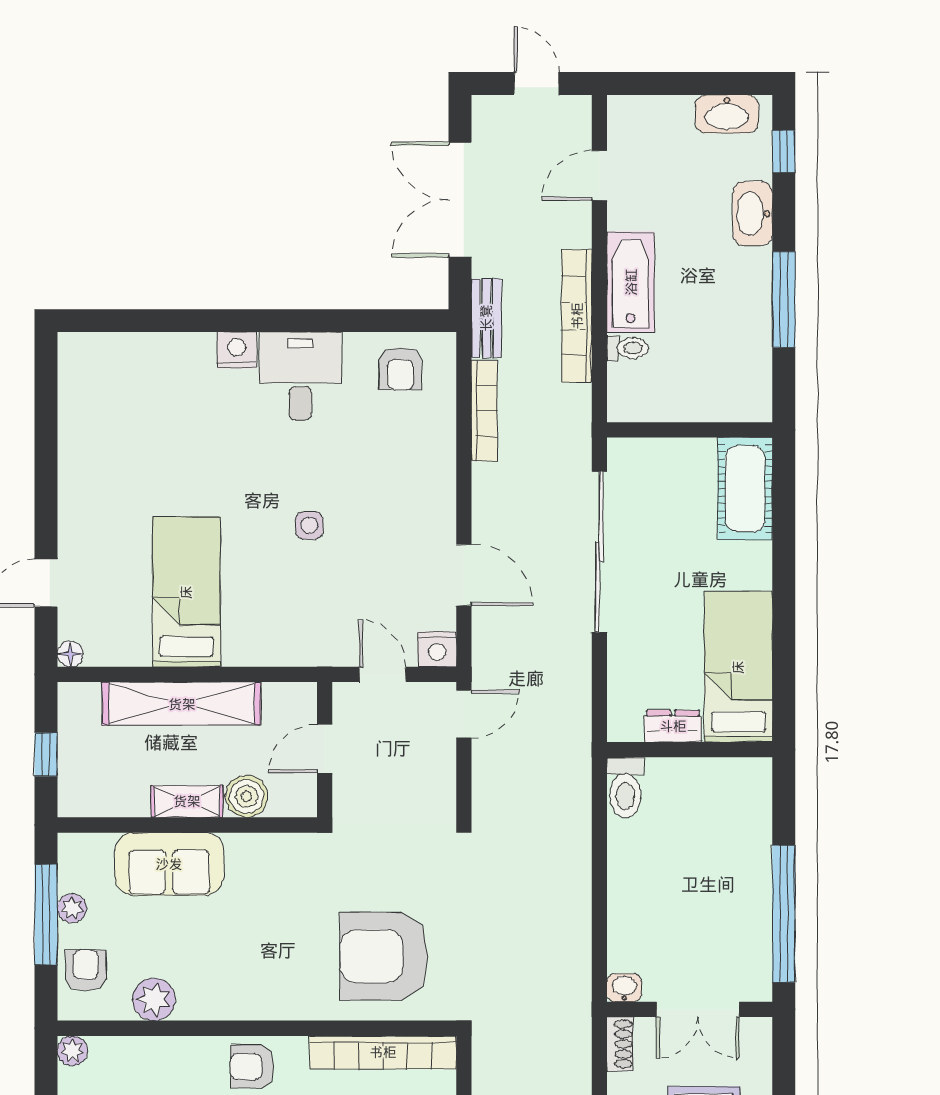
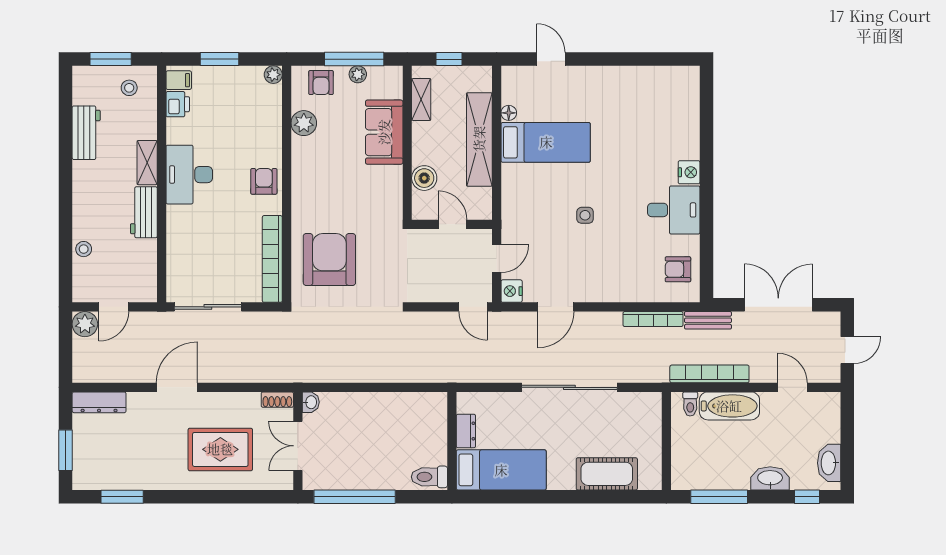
wall: (690, 430) -> (666, 441), moved
floor lamp: (70, 654) -> (509, 113), moved
toilet: (625, 788) -> (429, 477), moved
shelving: (187, 801) -> (421, 99), moved
armchair: (86, 970) -> (321, 83), turned 90

